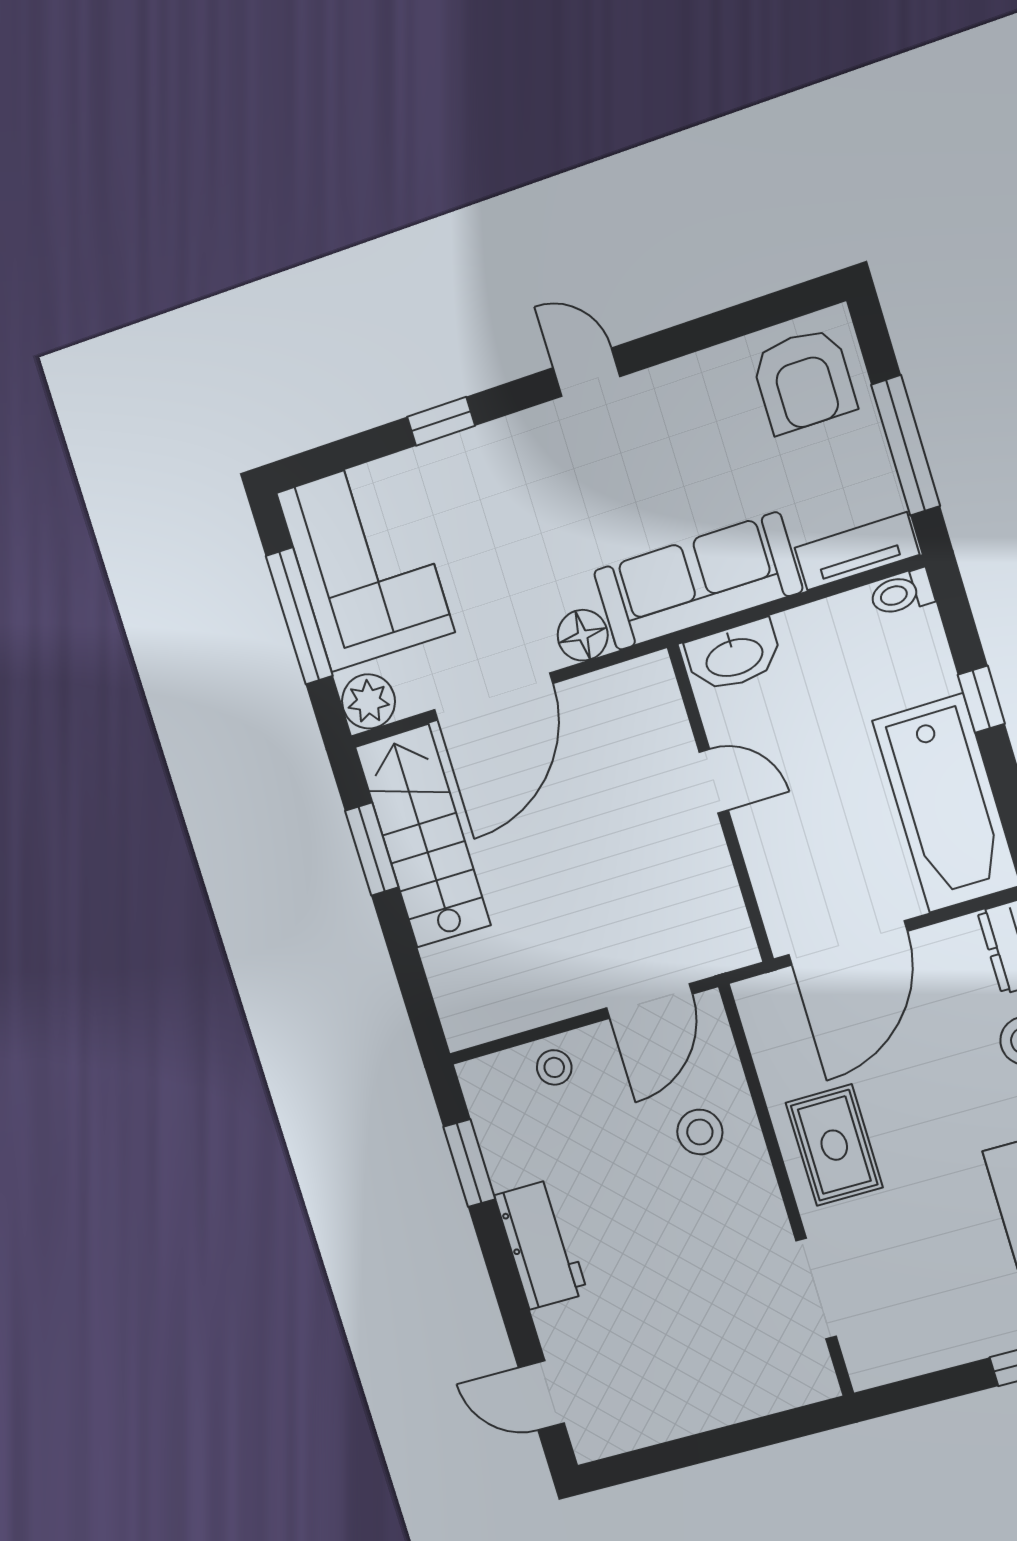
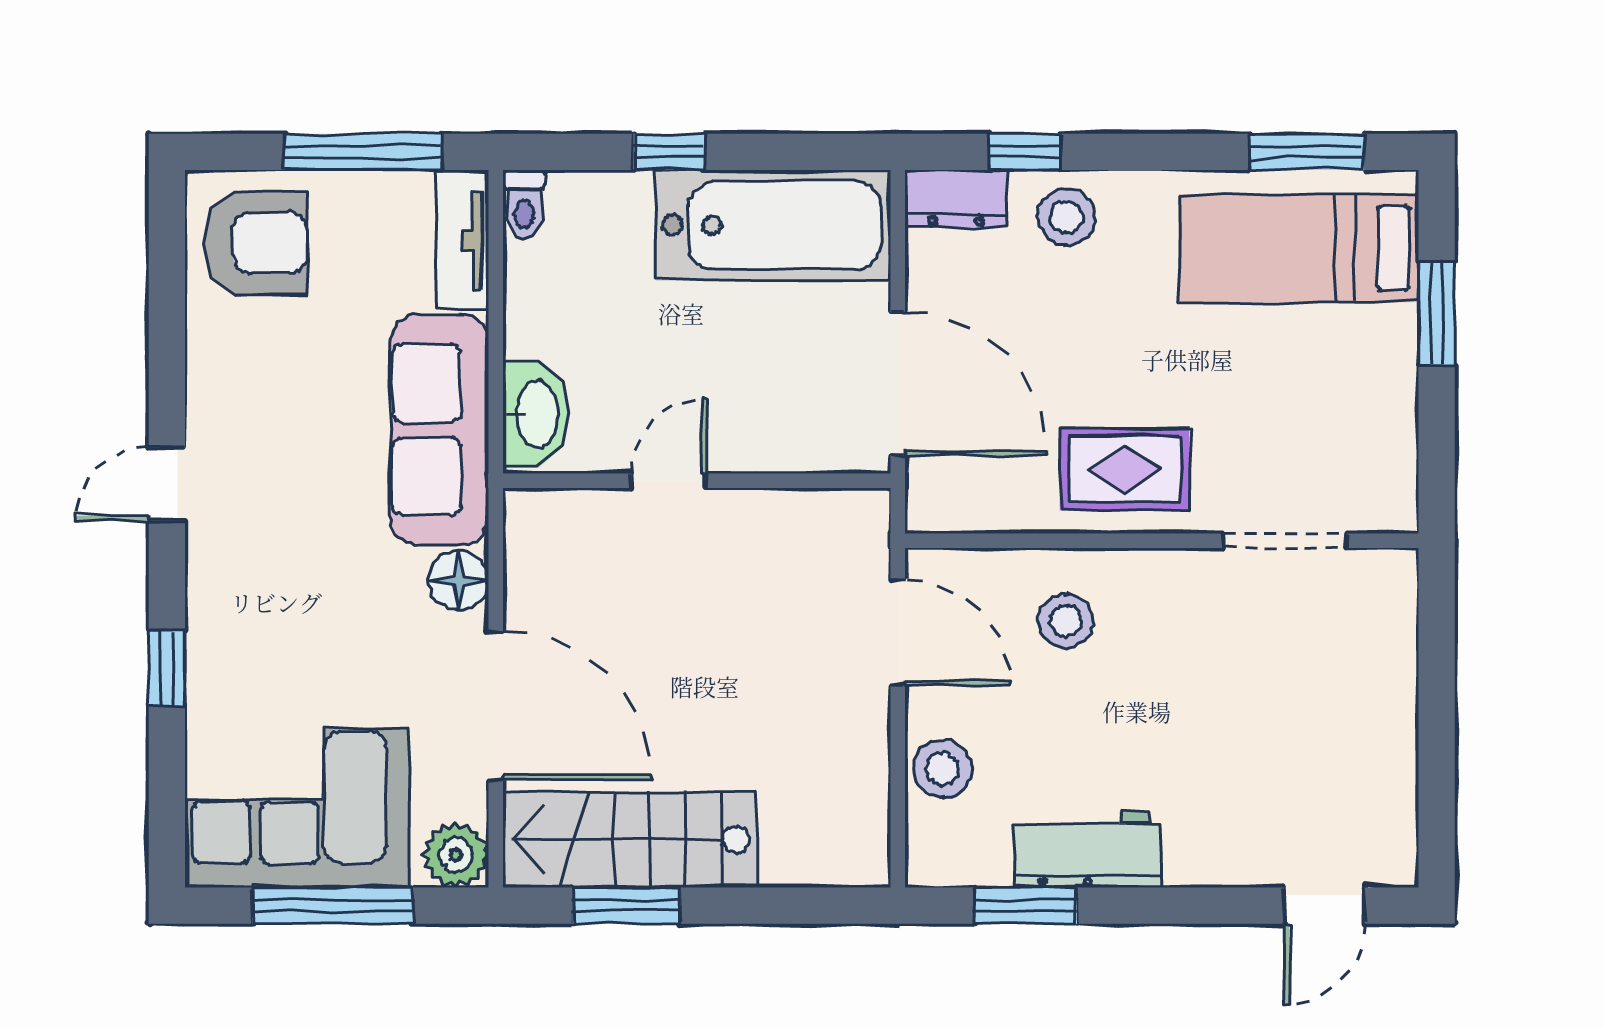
stool: (554, 1067) -> (943, 769), width x1.37, depth x1.37
workbench: (541, 1244) -> (1087, 850), moved

